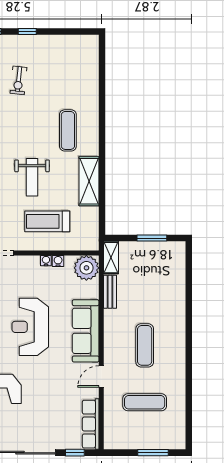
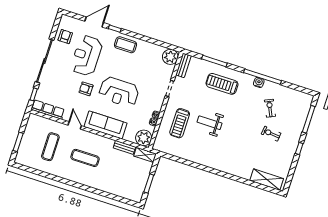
exercise mat: (68, 130) -> (231, 154), removed
shelving: (89, 181) -> (267, 180), moved
treadmill: (47, 221) -> (180, 123), turned 180
reception desk: (30, 327) -> (119, 92), turned 180
armchair: (41, 377) -> (86, 89), added

